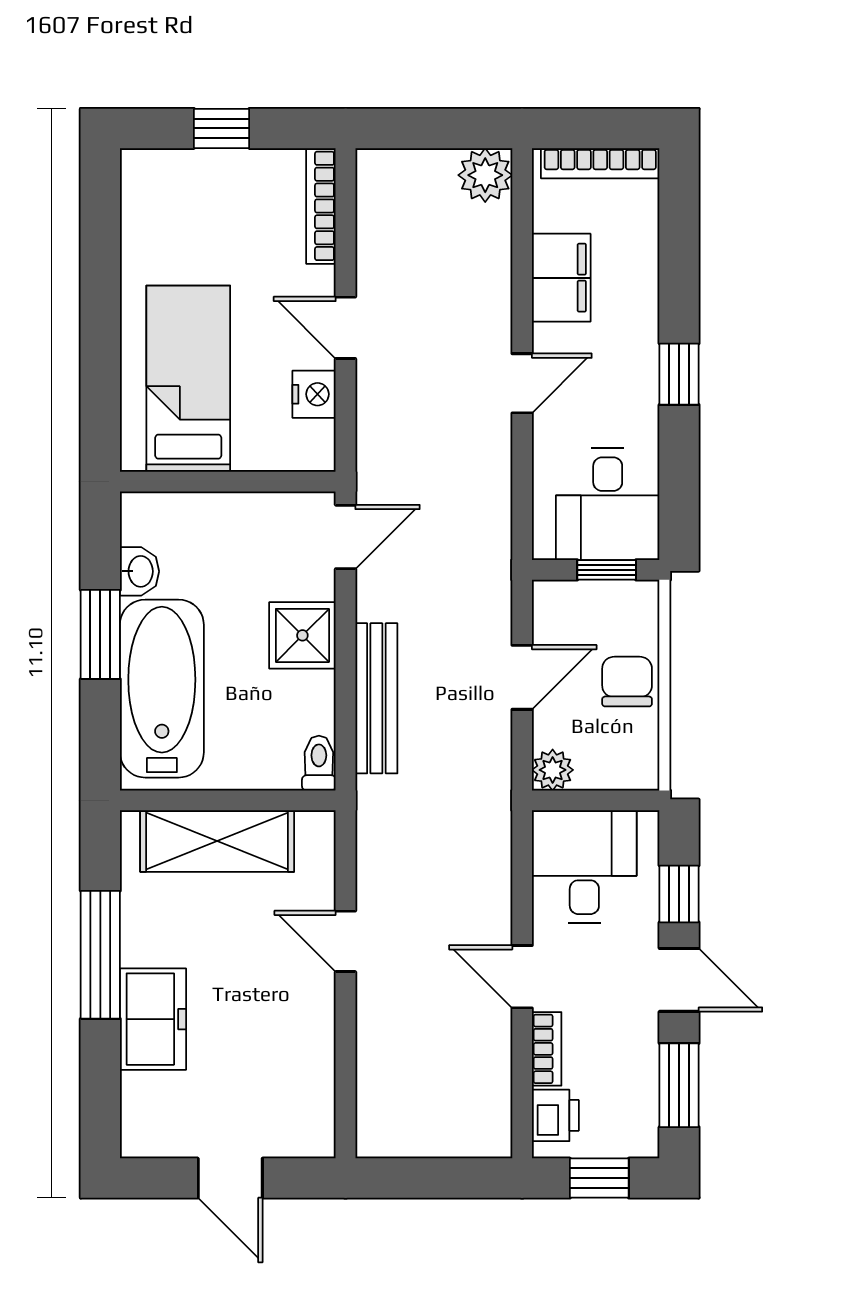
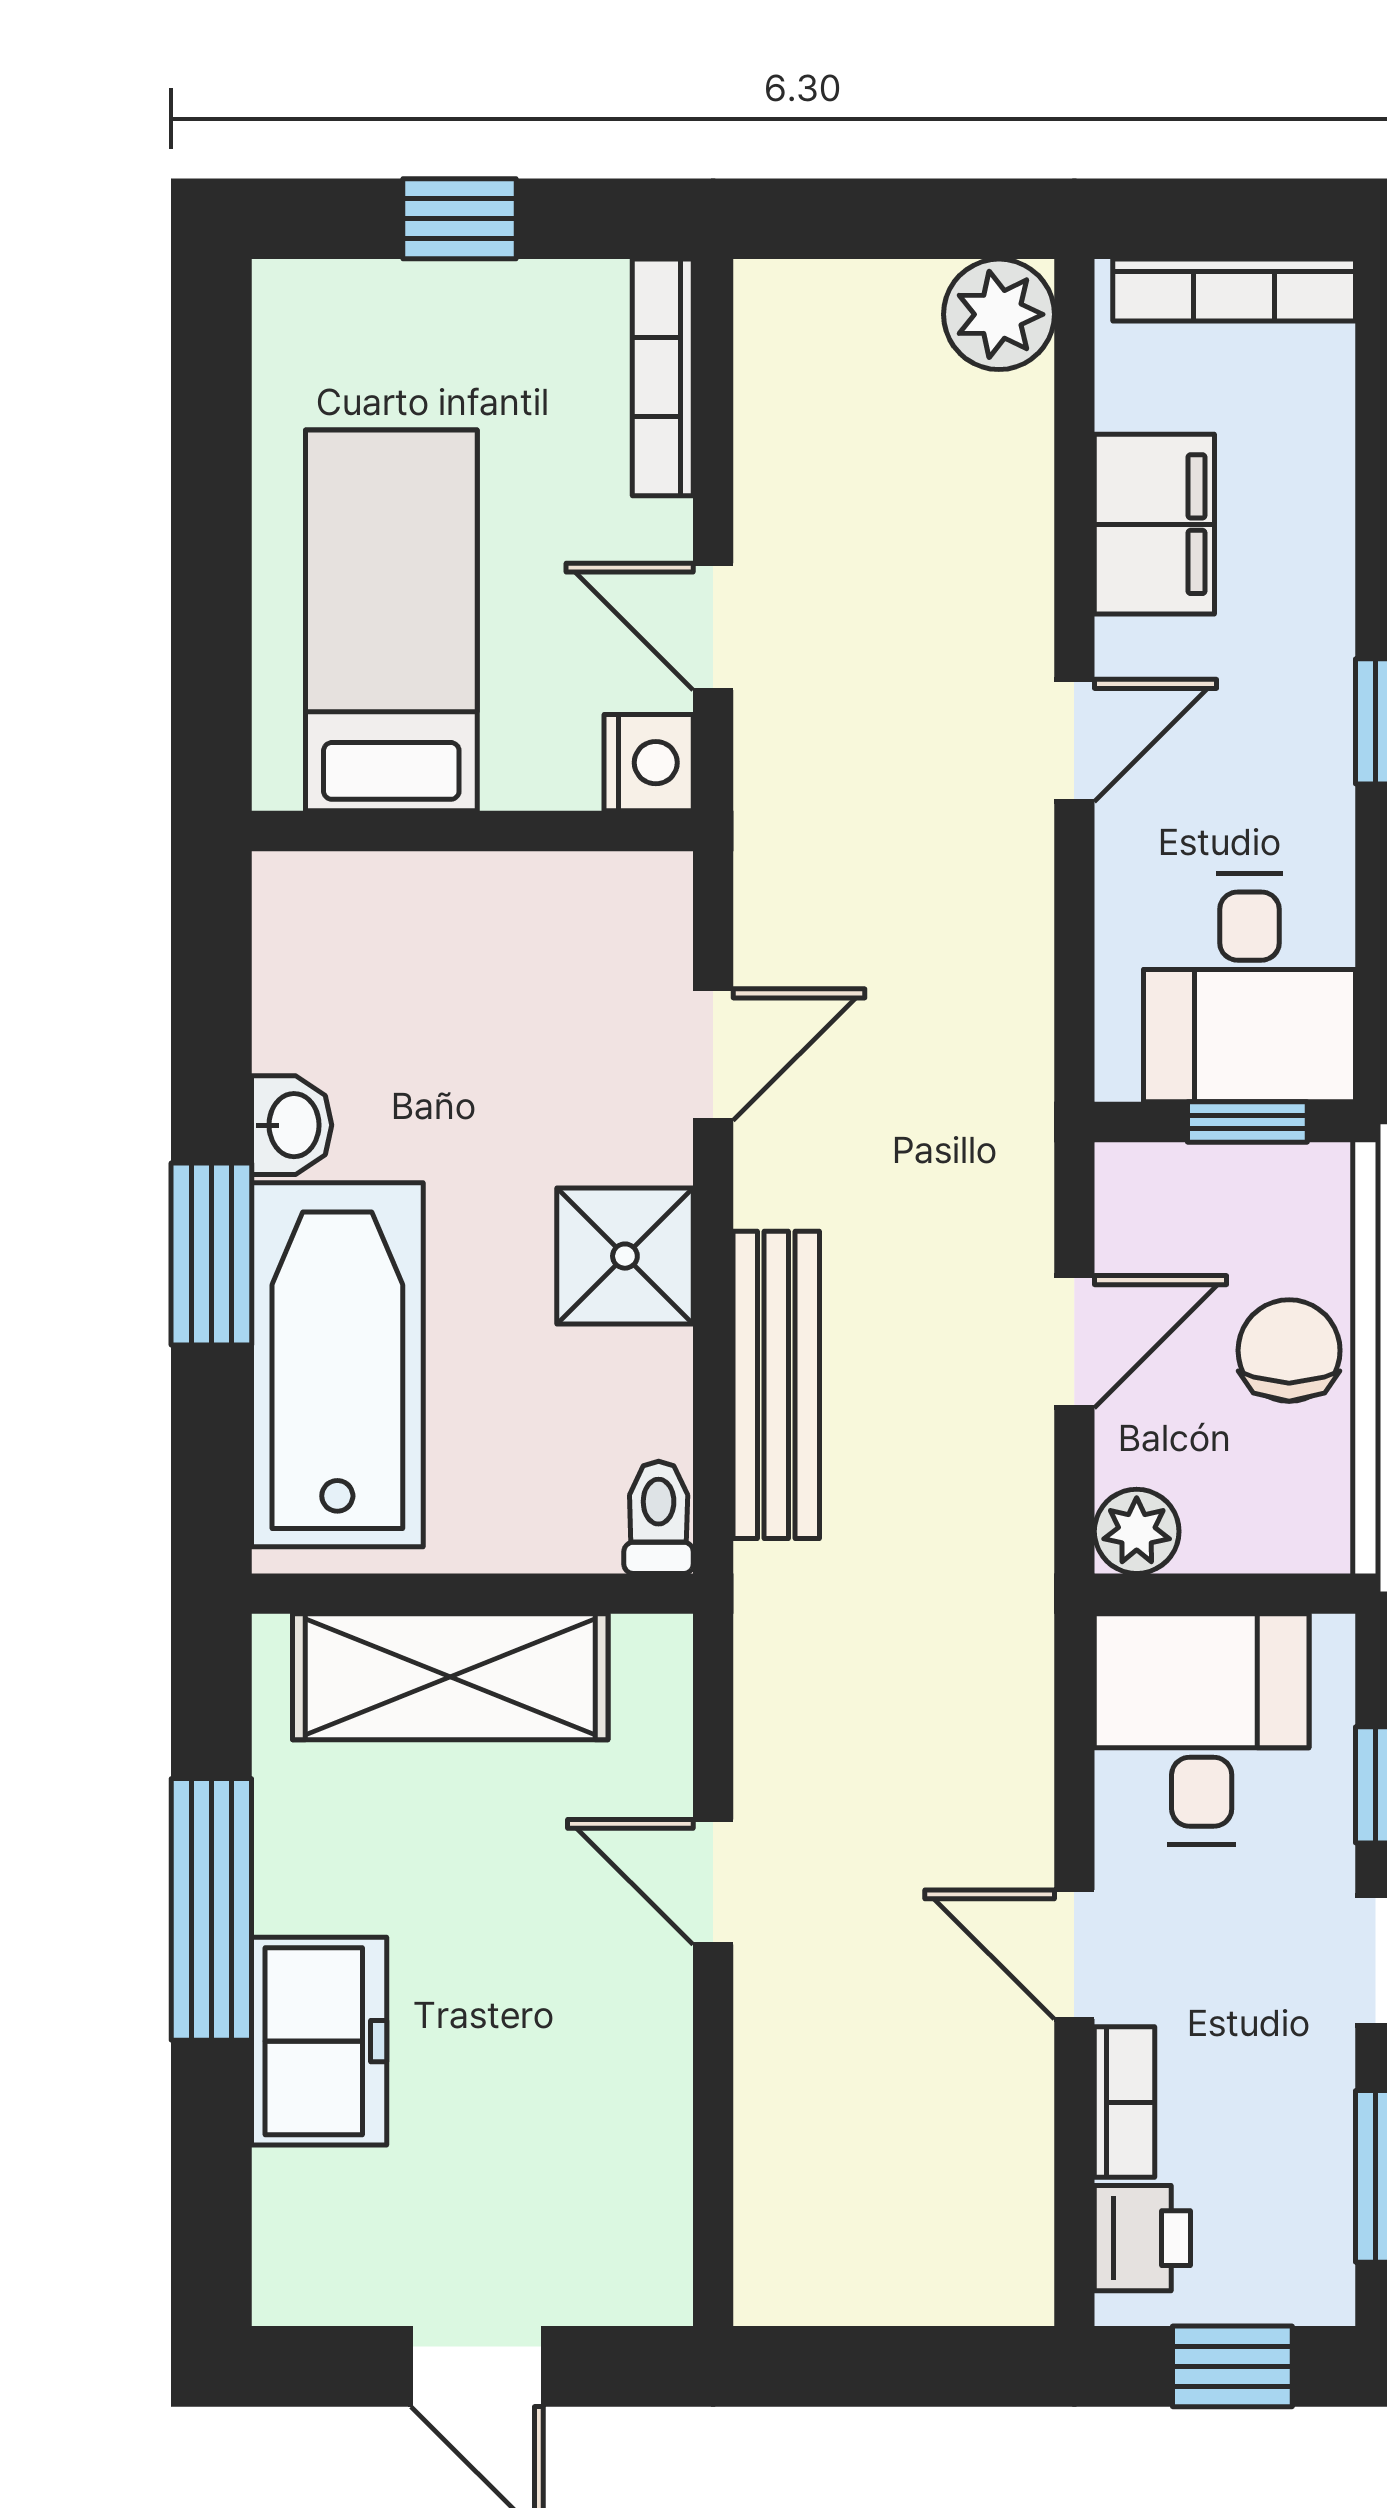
bed: (188, 379) -> (391, 620), moved
wall: (228, 482) -> (472, 831), moved

